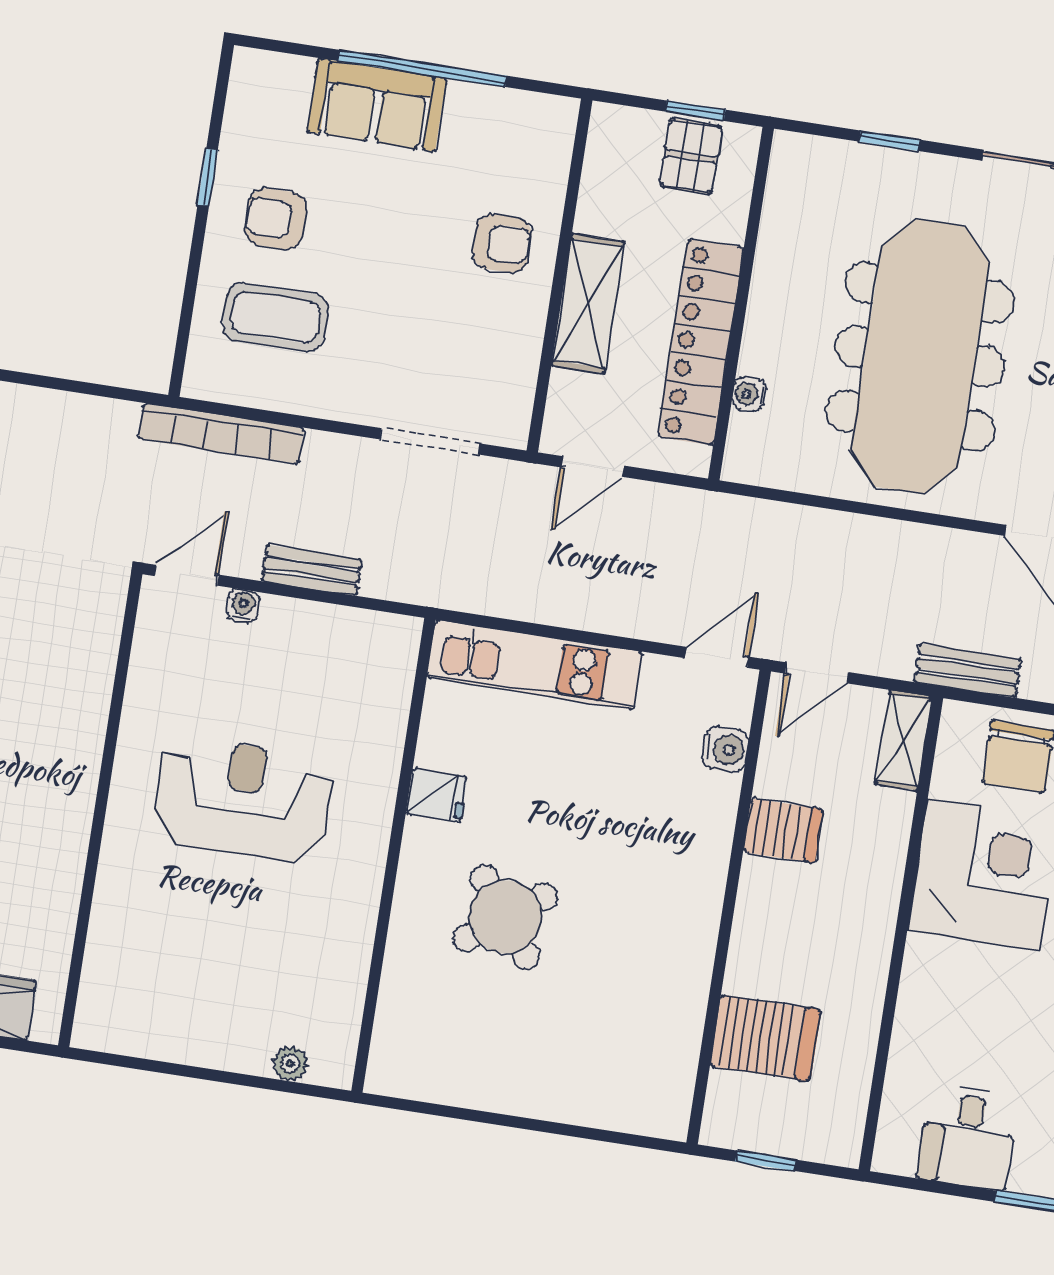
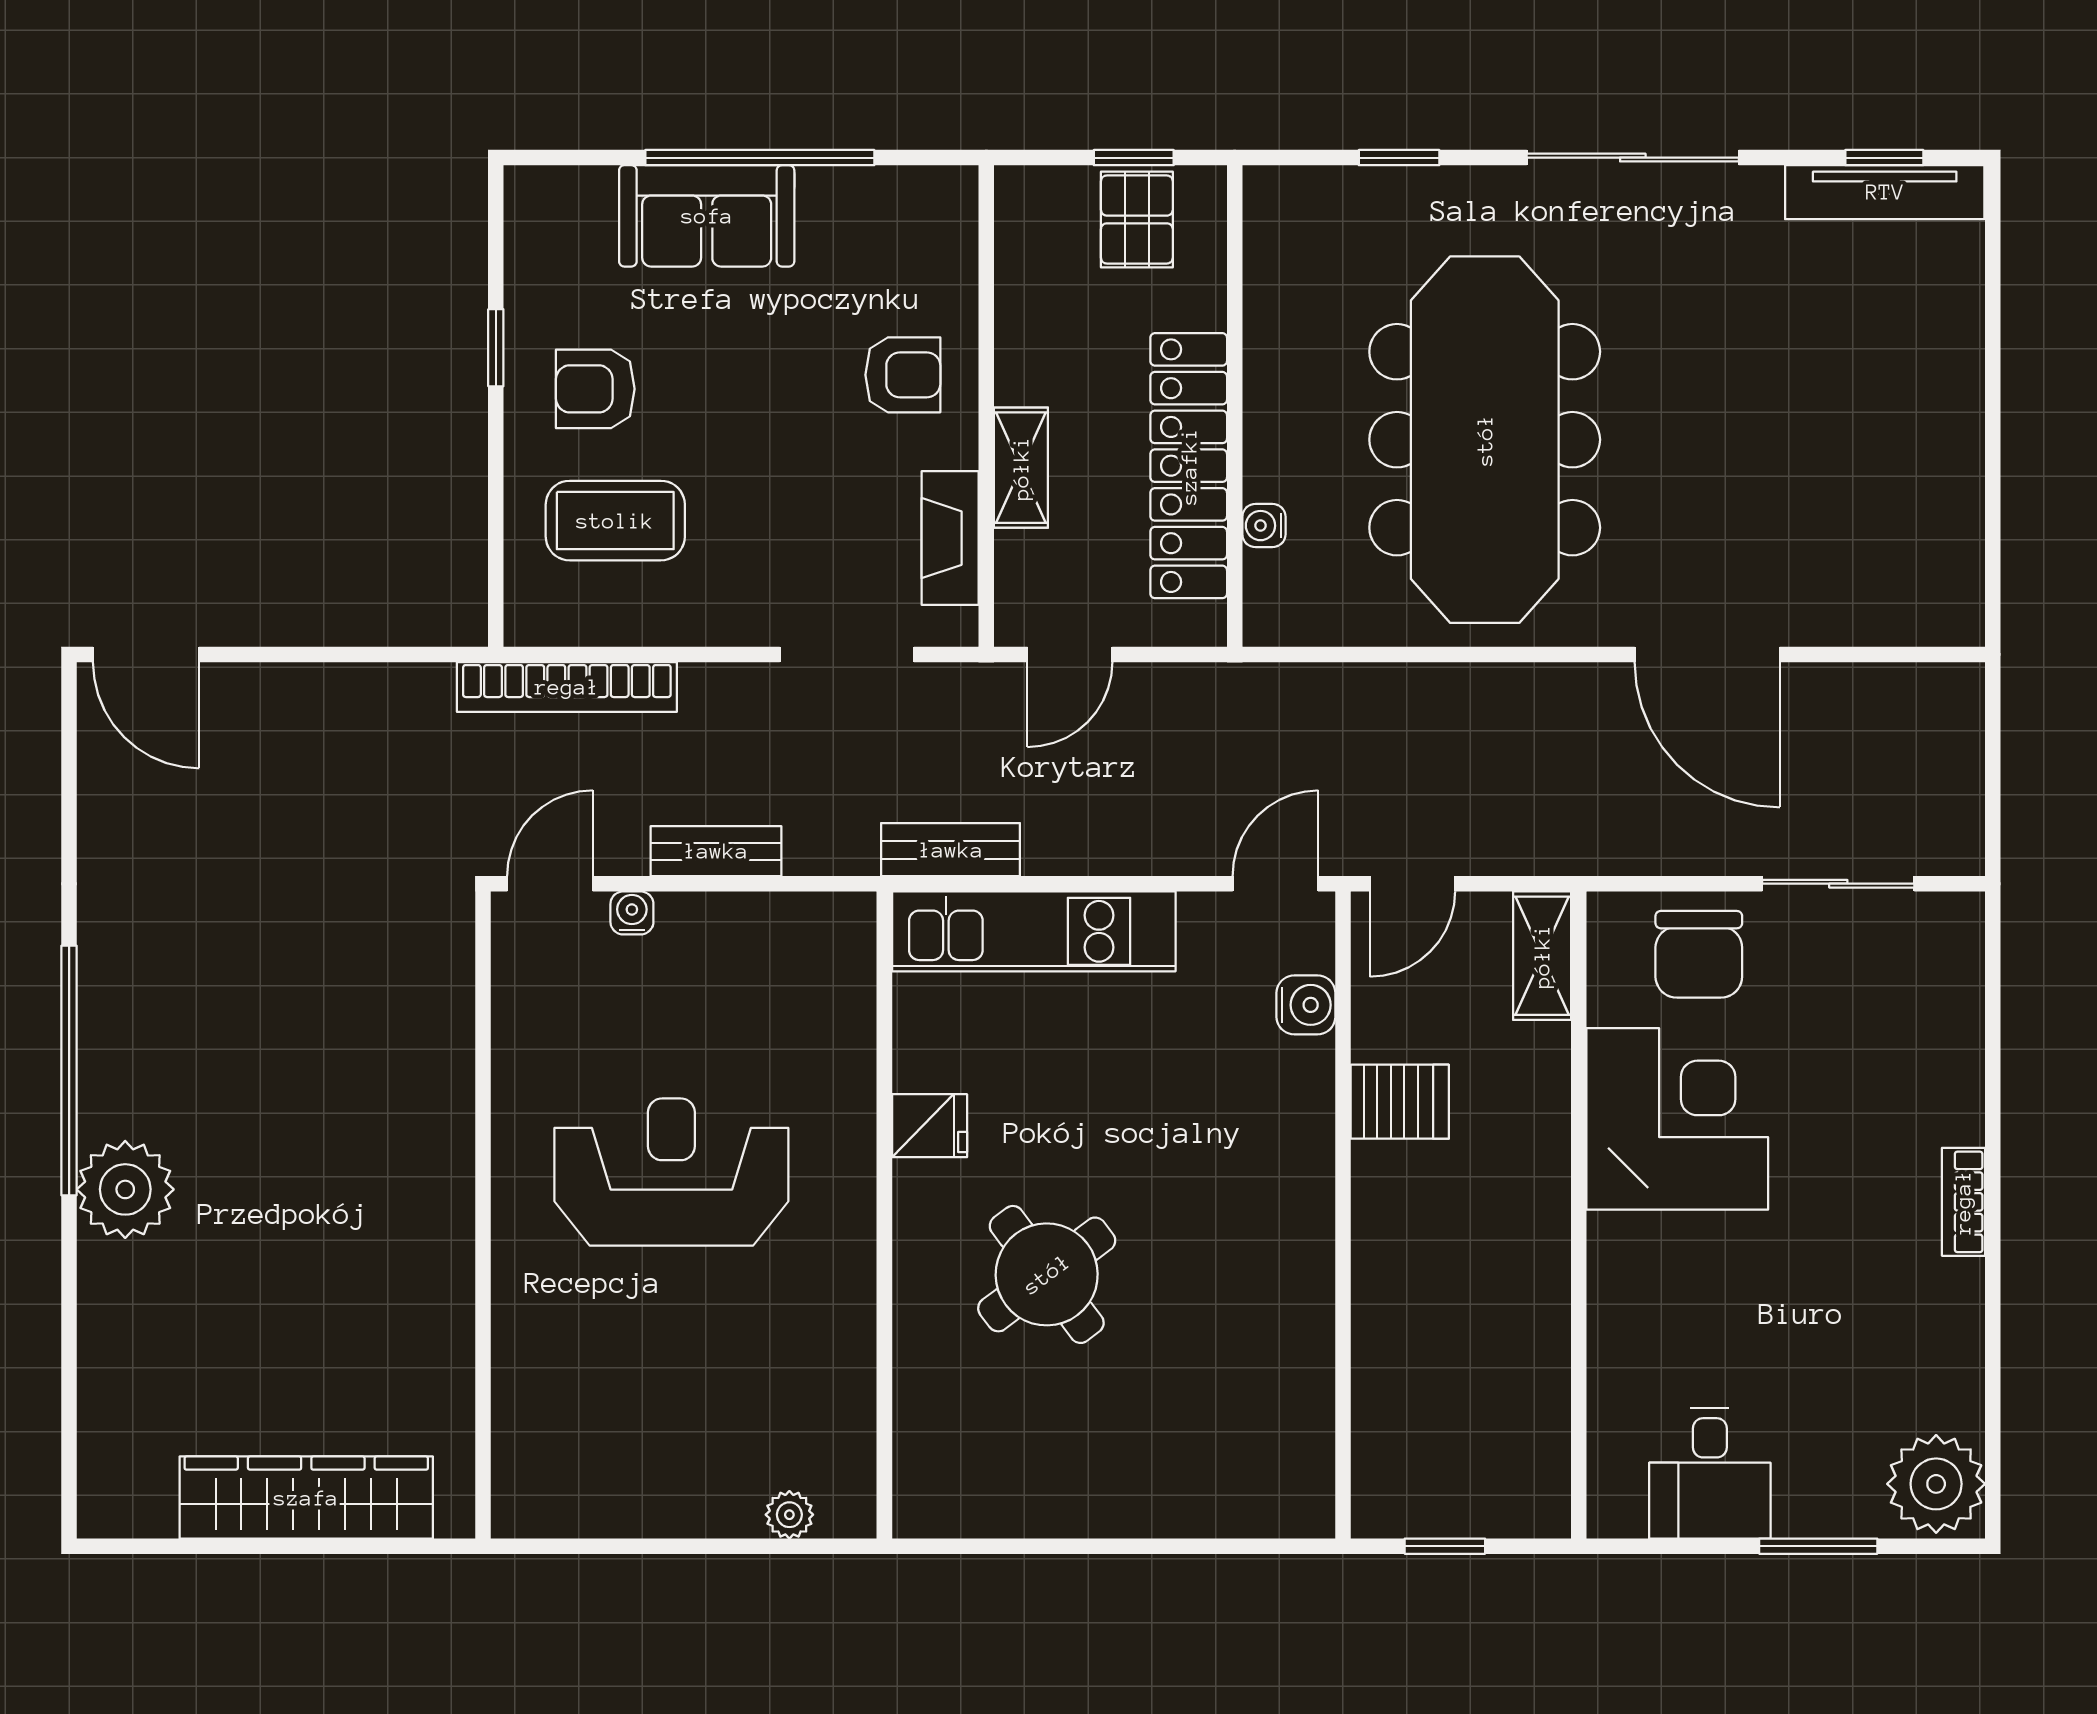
shelving: (588, 304) -> (1021, 468), width x0.67, depth x0.75
fireplace: (518, 368) -> (950, 538), added
bench: (968, 671) -> (951, 850), moved
server rack: (766, 1038) -> (1419, 1382), removed

